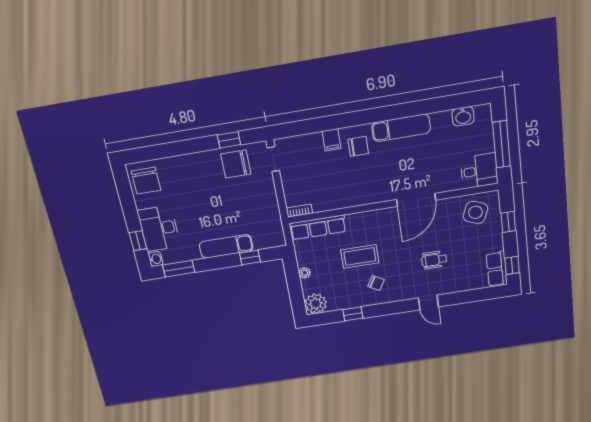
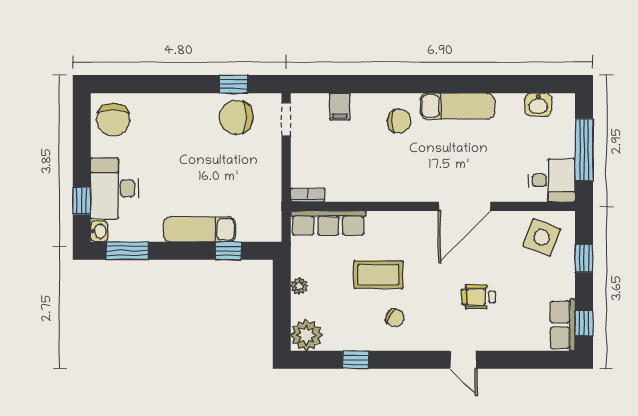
filing cabinet: (331, 140) -> (340, 107), moved

